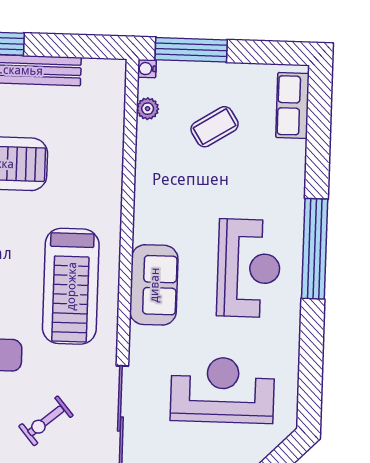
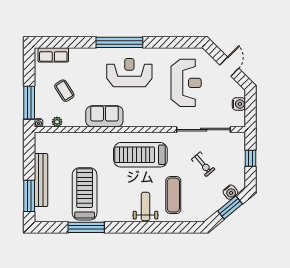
sofa: (154, 285) -> (104, 116), moved
treadmill: (71, 286) -> (140, 155), turned 180
reception desk: (223, 390) -> (186, 83), turned 180

